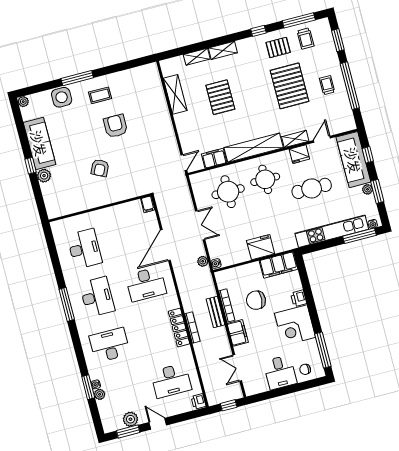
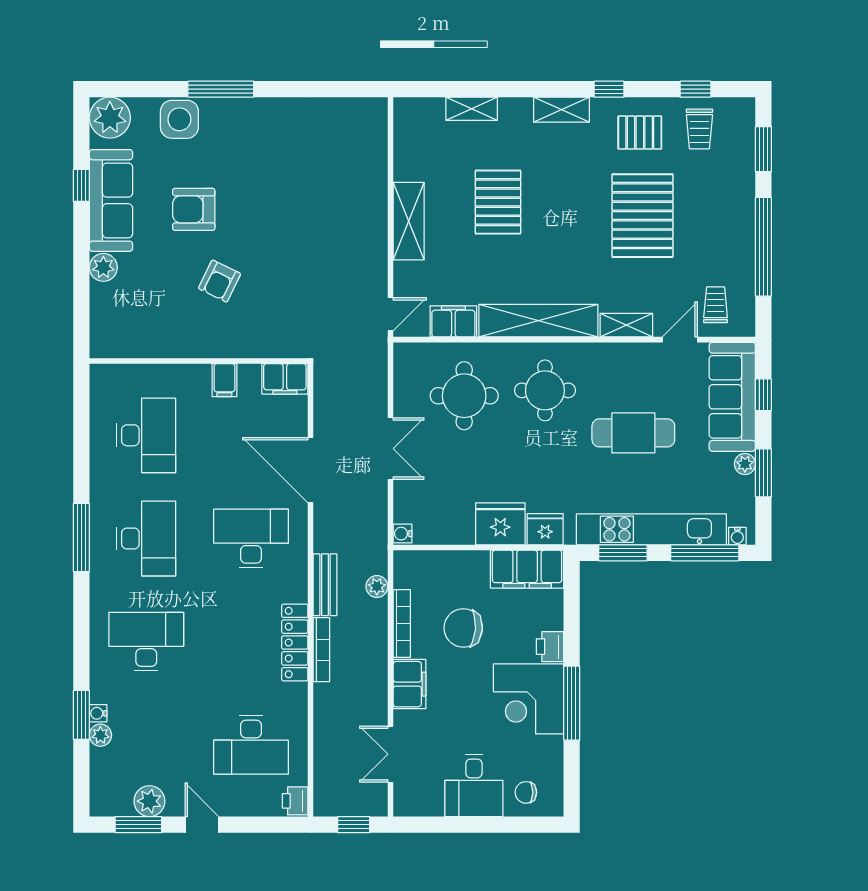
window: (299, 20) -> (695, 89), width x0.46
shelving: (223, 50) -> (561, 110), moved
trolley: (327, 85) -> (716, 305), moved
shelving: (175, 94) -> (409, 221), moved
coffee table: (100, 95) -> (257, 136), removed
plant: (23, 102) -> (110, 118), width x1.87, depth x1.87
armchair: (116, 126) -> (194, 209), moved, turned -90
fridge: (299, 154) -> (545, 529), moved, turned 180
window: (30, 166) -> (81, 185), moved
filing cabinet: (148, 204) -> (285, 379), width x2.00
filing cabinet: (114, 214) -> (224, 380), added
door: (165, 245) -> (311, 470), hinge flipped
window: (321, 246) -> (623, 553), added
plant: (203, 261) -> (377, 587), moved
desk: (146, 284) -> (251, 538), turned 180
bench: (216, 312) -> (325, 585), moved
window: (323, 350) -> (572, 703), moved

